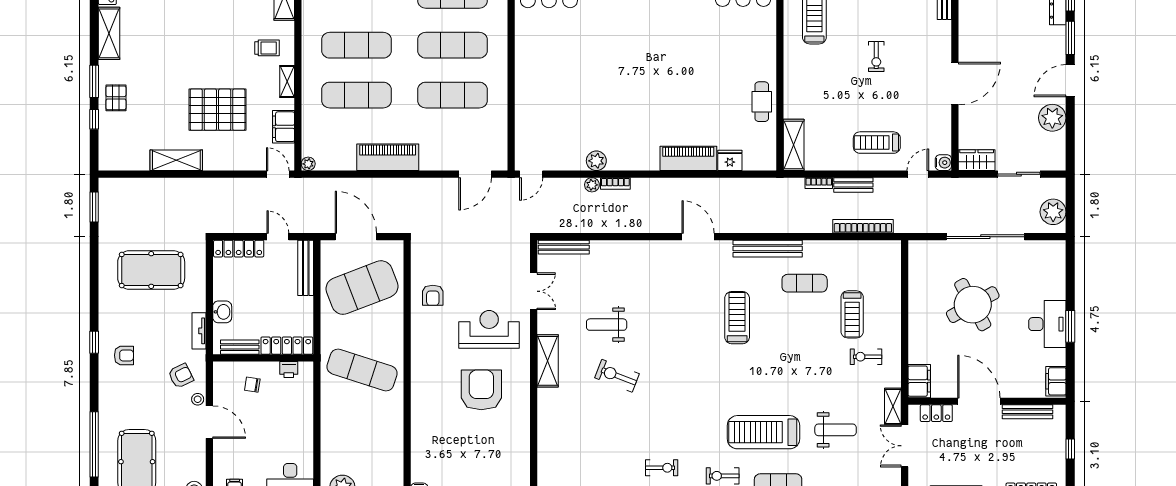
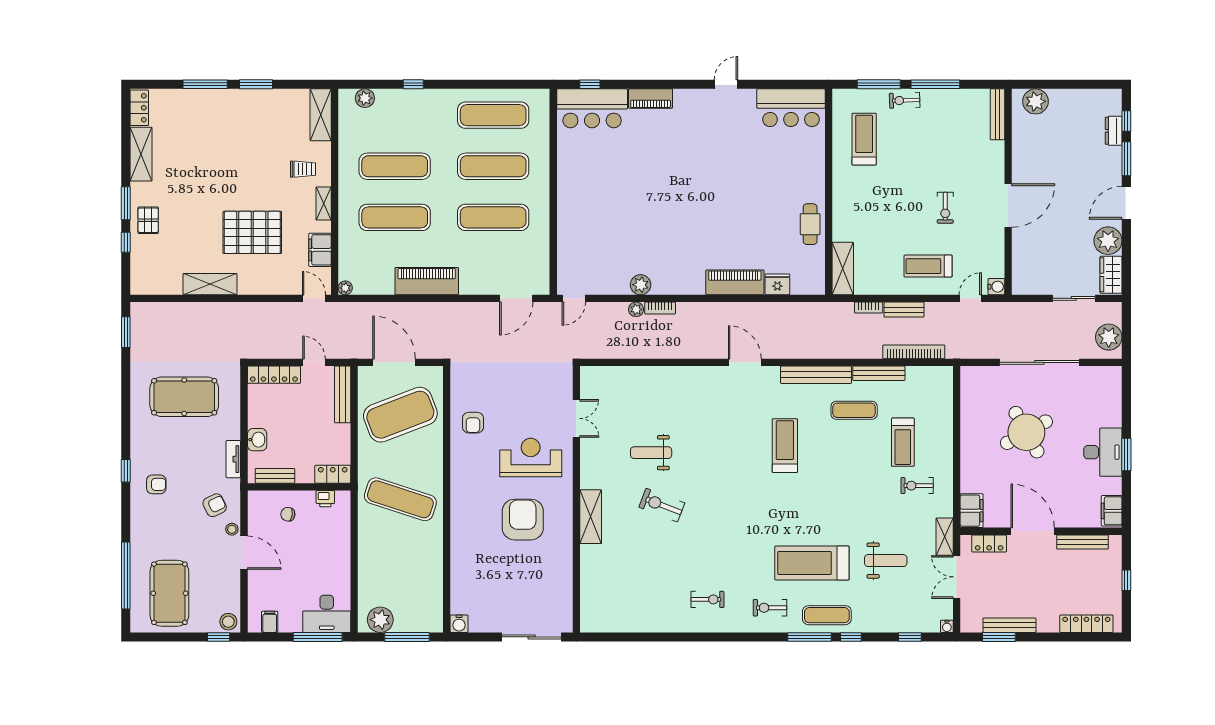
exercise bike: (876, 56) -> (945, 208), moved
wardrobe: (977, 160) -> (1111, 275), moved, turned -90
bench: (564, 247) -> (879, 373), moved
locker: (287, 346) -> (333, 474), width x0.66
shelving: (548, 361) -> (591, 517), moved

